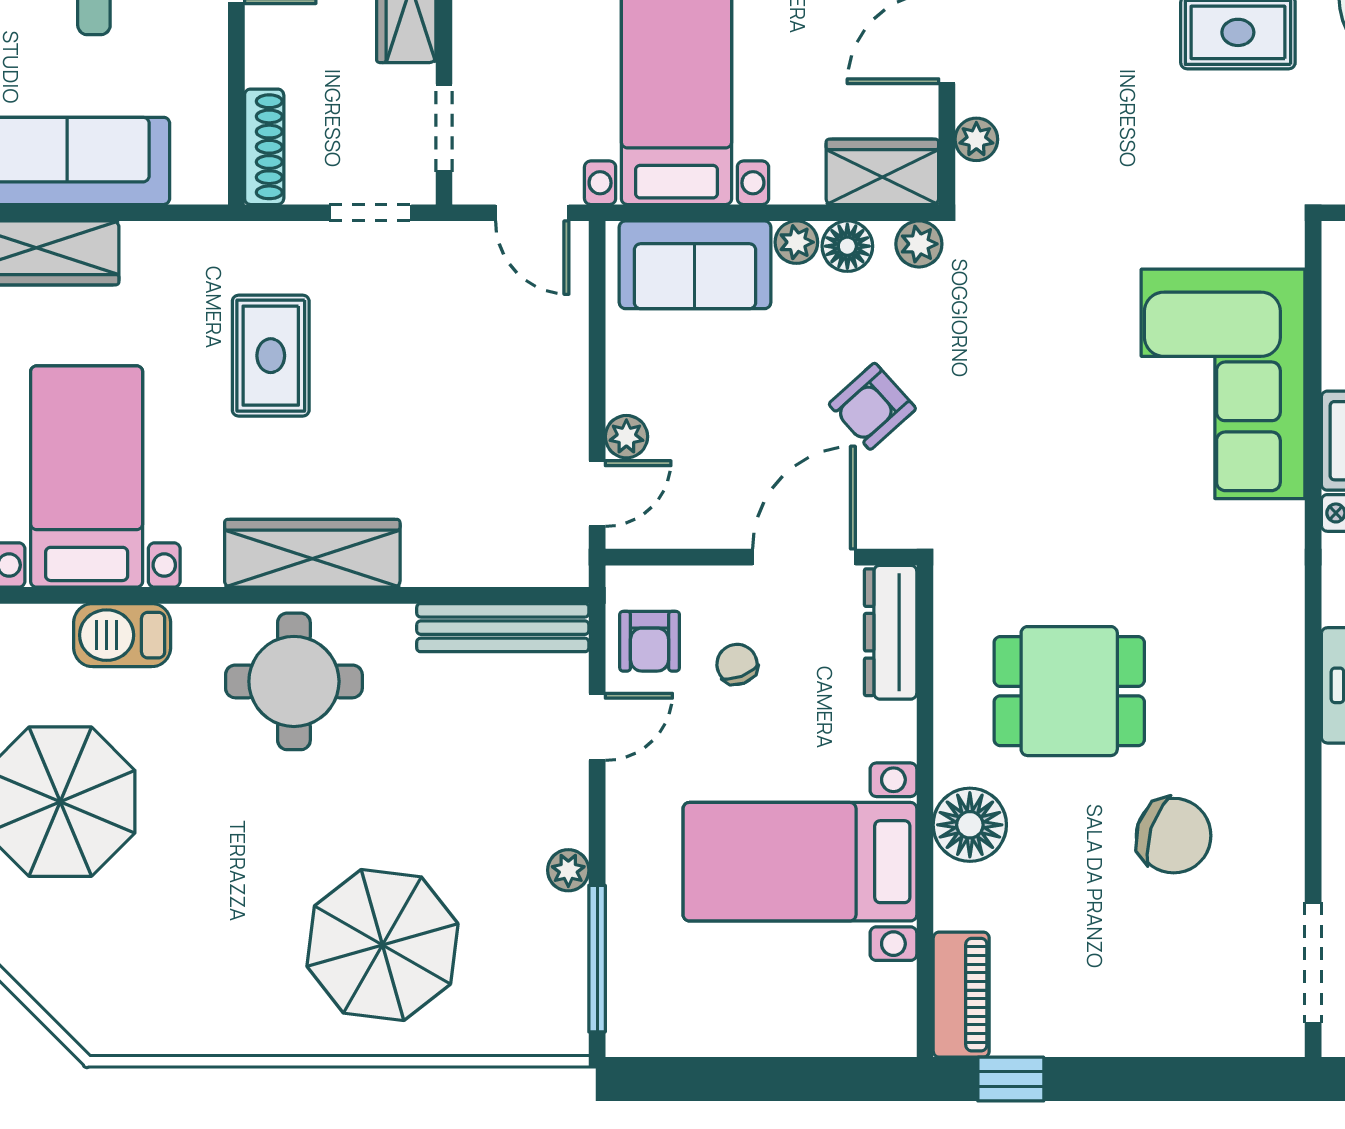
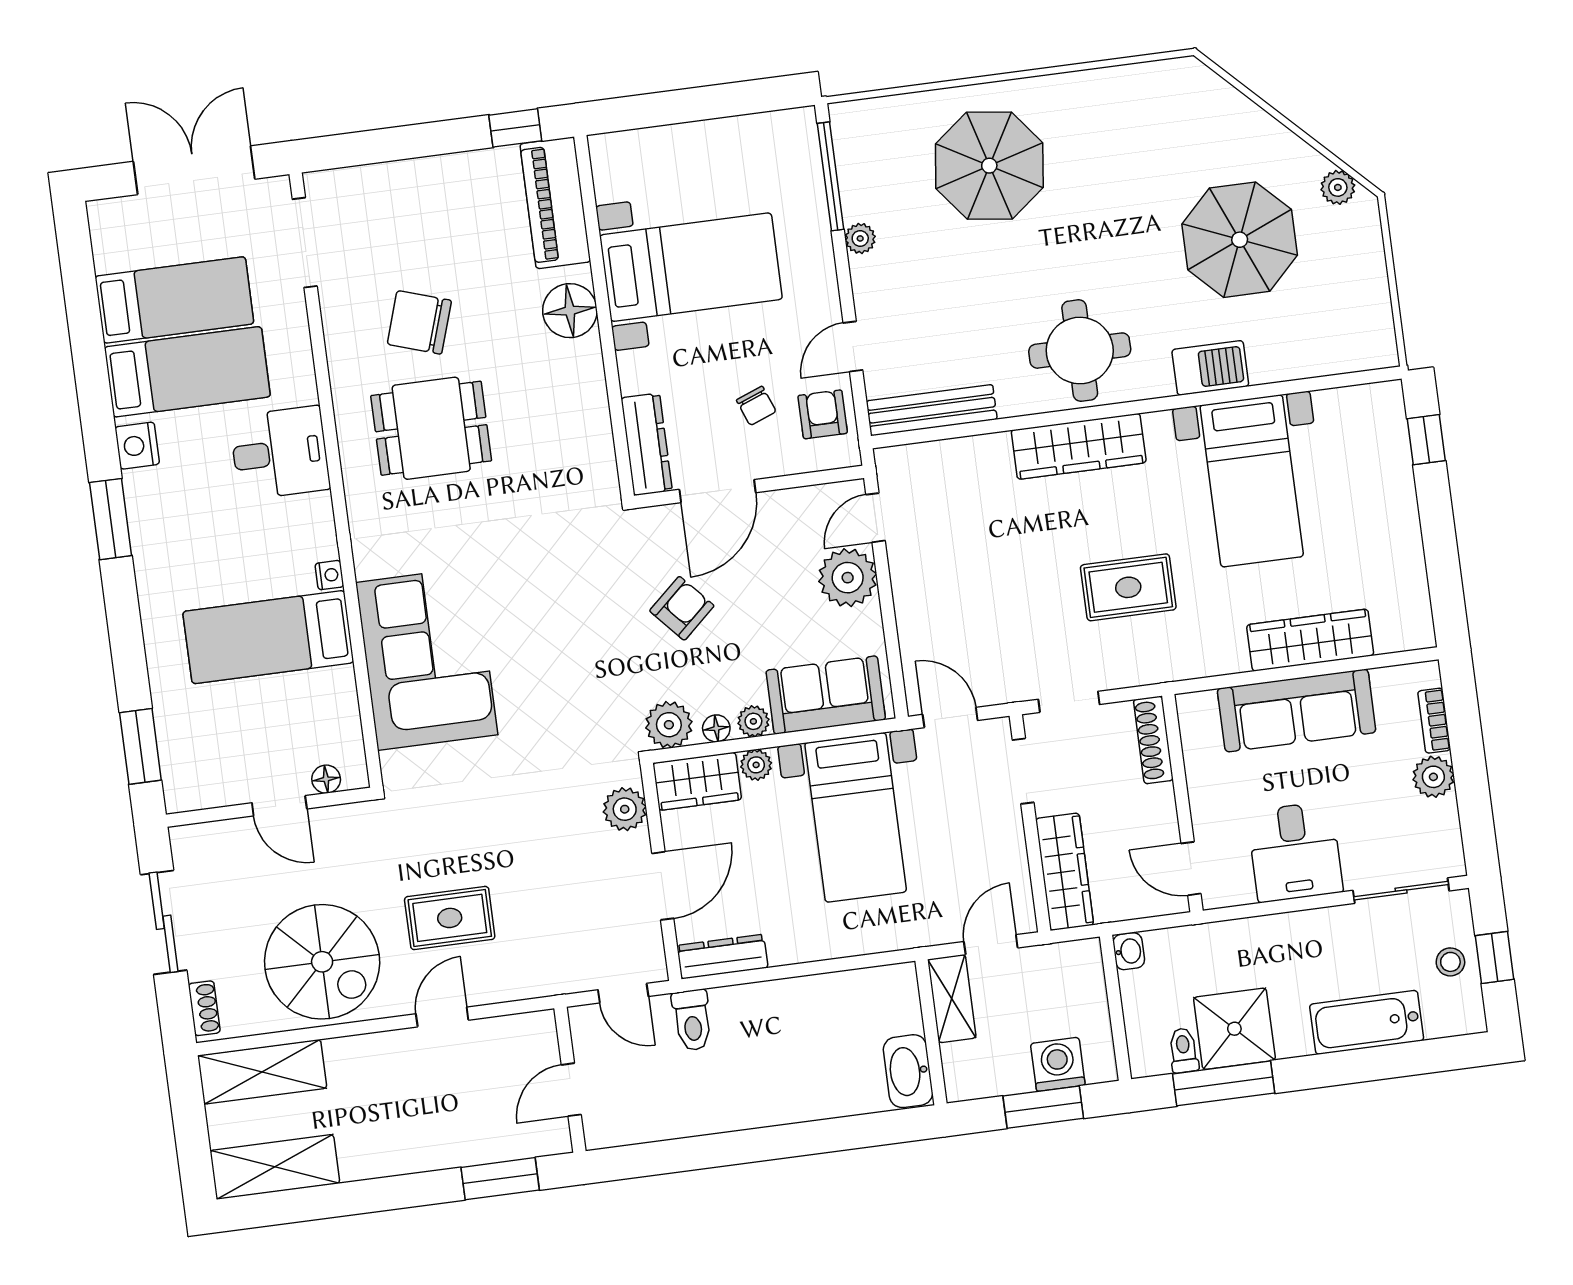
plant: (976, 139) -> (625, 809), width x1.38, depth x1.38
plant: (801, 183) -> (756, 765), added
plant: (919, 244) -> (669, 725), width x1.38, depth x1.38
floor lamp: (847, 246) -> (716, 728), width x0.73, depth x0.73
rug: (271, 356) -> (1128, 587), turned 90
plant: (626, 437) -> (848, 578), width x1.88, depth x1.88
dining table: (1069, 691) -> (431, 428), moved
piano: (961, 995) -> (555, 203), width x1.37, depth x1.33

